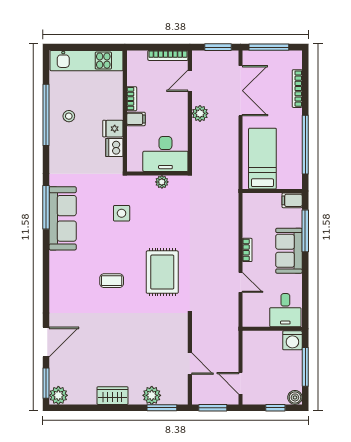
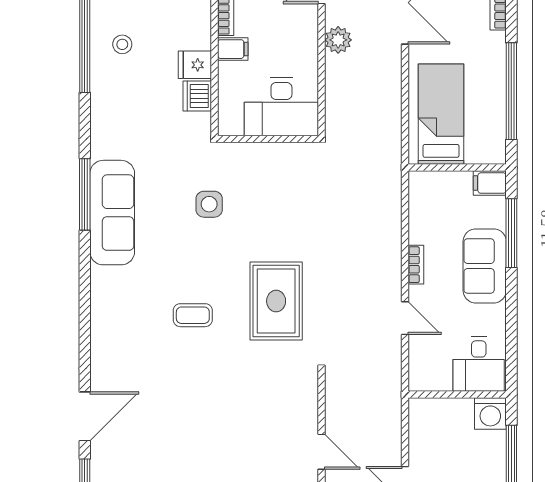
plant: (162, 182) -> (275, 153), removed

